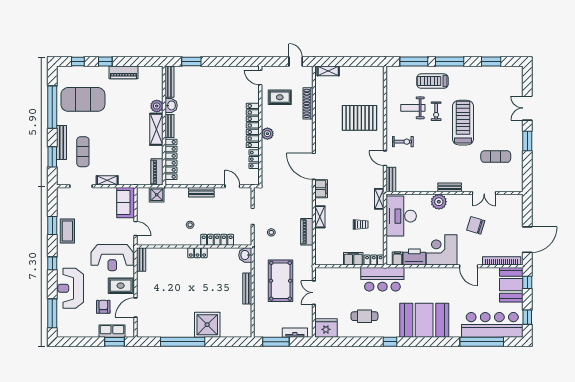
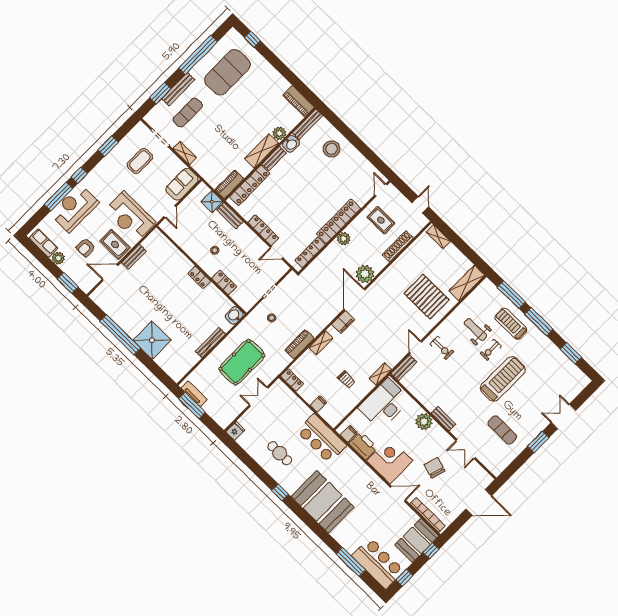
window: (105, 62) -> (273, 60), removed
window: (191, 62) -> (340, 125), removed
piano: (124, 72) -> (299, 101), moved
stool: (201, 82) -> (332, 149), added
shelving: (377, 83) -> (467, 283), added
exercise mat: (83, 99) -> (227, 72), turned 90
plant: (304, 143) -> (365, 274), added
locker: (254, 159) -> (310, 252), width x1.53
locker: (209, 180) -> (263, 230), added
door: (232, 186) -> (277, 253), swing flipped
bench: (201, 192) -> (230, 216), moved
coffee table: (67, 231) -> (140, 161), moved
locker: (217, 240) -> (224, 282), width x0.66
door: (527, 240) -> (479, 502), moved
filing cabinet: (353, 259) -> (318, 404), width x0.50
bench: (141, 260) -> (134, 257), moved
locker: (374, 260) -> (292, 380), moved
door: (469, 266) -> (398, 494), swing flipped
armchair: (103, 307) -> (86, 247), turned 180
window: (52, 313) -> (59, 196), moved
bar counter: (492, 325) -> (378, 563), width x0.73
fridge: (326, 328) -> (235, 431), width x0.53, depth x0.75
row of seats: (112, 331) -> (44, 243), moved
plant: (92, 332) -> (58, 258), added
tv unit: (295, 333) -> (194, 394), moved
window: (482, 342) -> (351, 562), width x0.68

